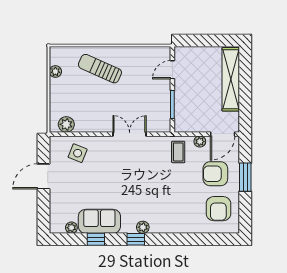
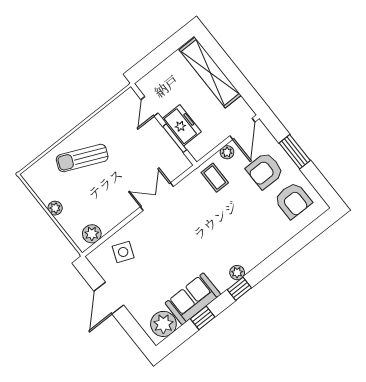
plant: (55, 72) -> (55, 208), moved
freezer: (184, 99) -> (182, 125), added
plant: (71, 228) -> (163, 324), width x1.88, depth x1.88

